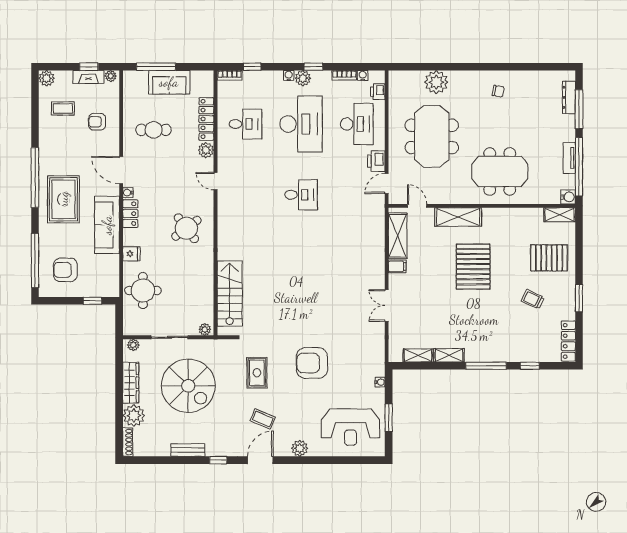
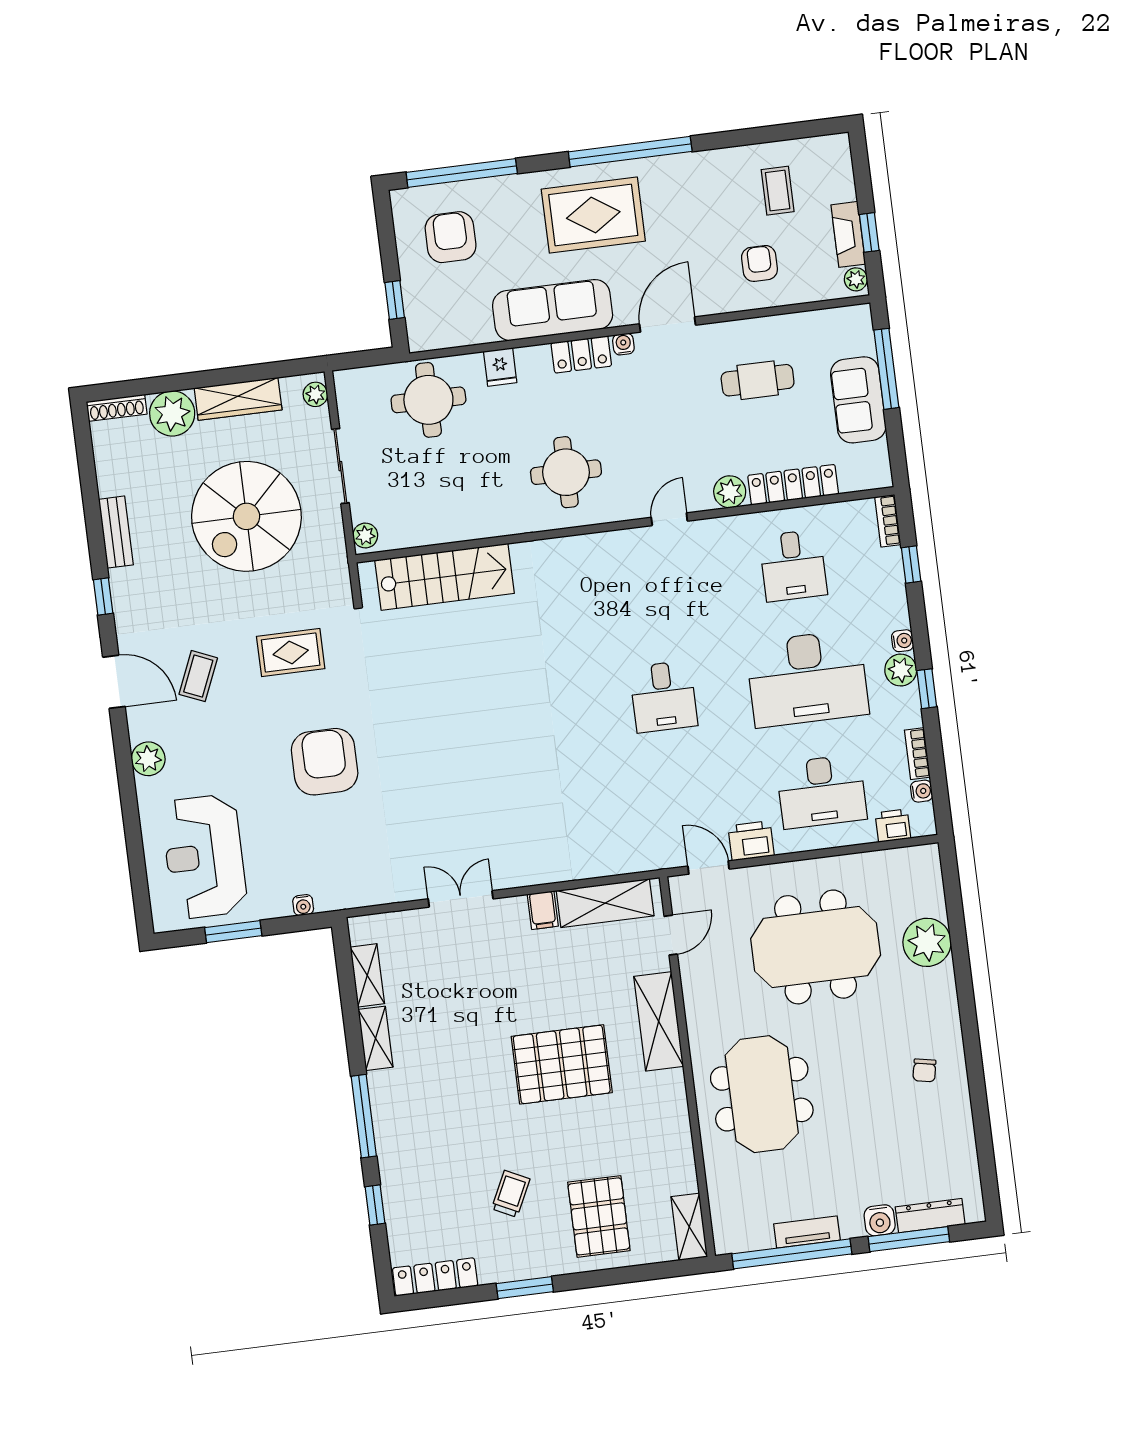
plant: (47, 78) -> (835, 150), removed
cafe table: (154, 130) -> (758, 380), turned 90
water cooler: (568, 197) -> (880, 1220), moved
round table: (186, 228) -> (566, 472), turned 37

